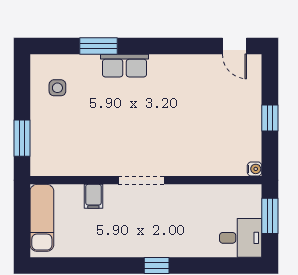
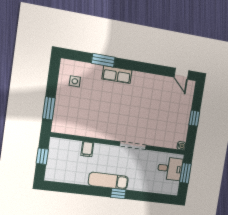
doorway: (141, 180) -> (133, 146), moved
window: (22, 218) -> (42, 156), added
exam couch: (42, 218) -> (108, 181), moved, turned -90
desk: (241, 238) -> (170, 169), moved

